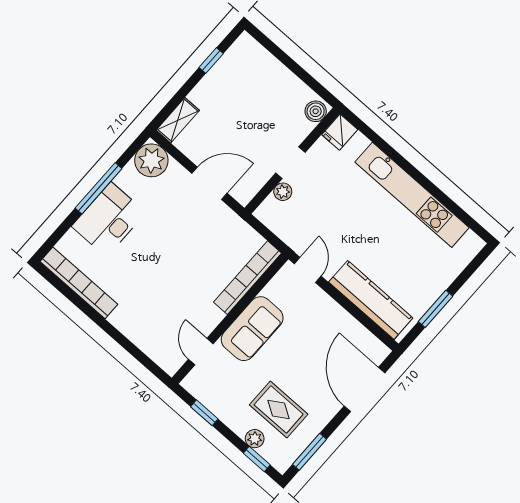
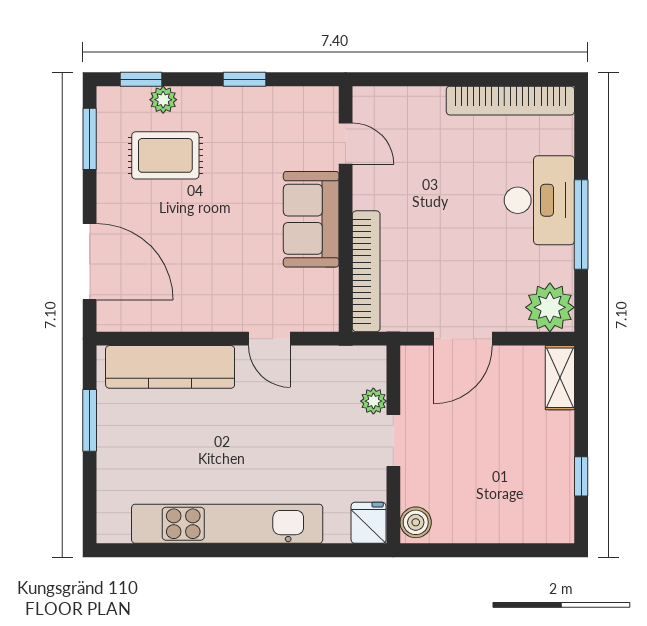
bookcase: (247, 278) -> (366, 271), moved
wall: (230, 318) -> (346, 209), moved
sofa: (252, 329) -> (311, 219), moved
door: (201, 352) -> (346, 144), moved

